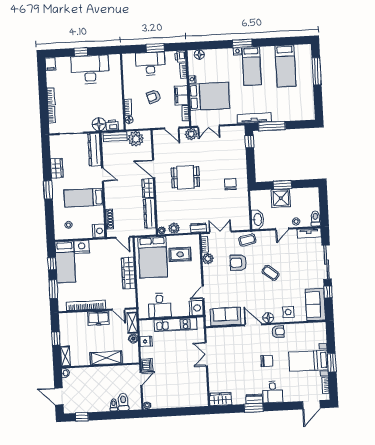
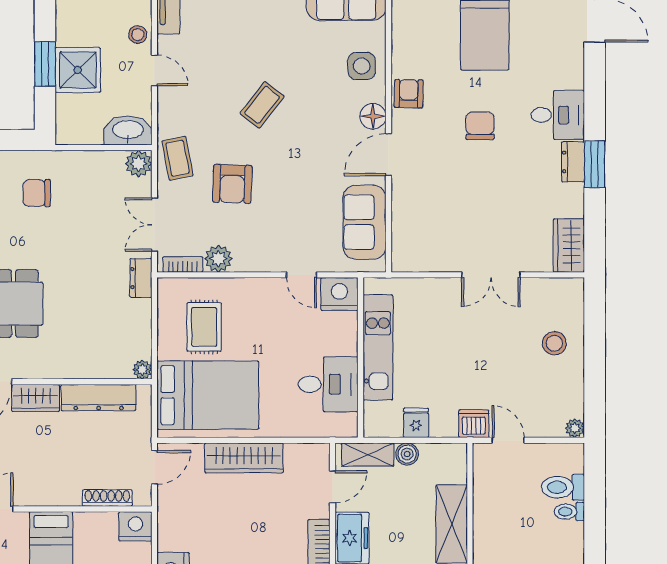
plant: (174, 228) -> (139, 164), moved
double door: (206, 354) -> (491, 275), moved
stool: (181, 395) -> (554, 343), added

